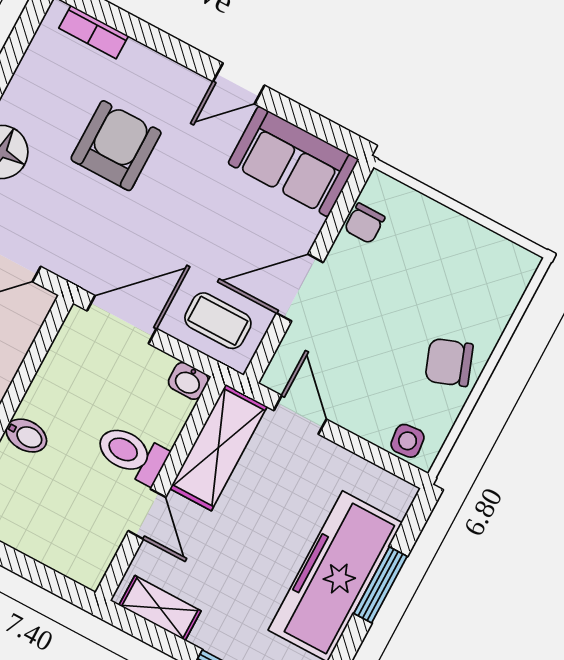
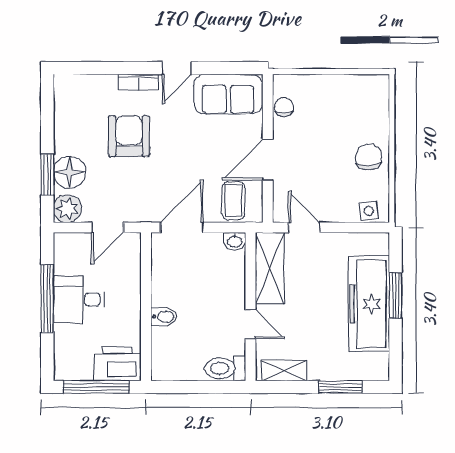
bookcase: (94, 32) -> (138, 82), moved
chair: (365, 223) -> (284, 107), turned 180
coffee table: (218, 321) -> (233, 201), turned 90
chair: (449, 362) -> (369, 157), turned 110
toilet: (132, 454) -> (225, 368), moved

